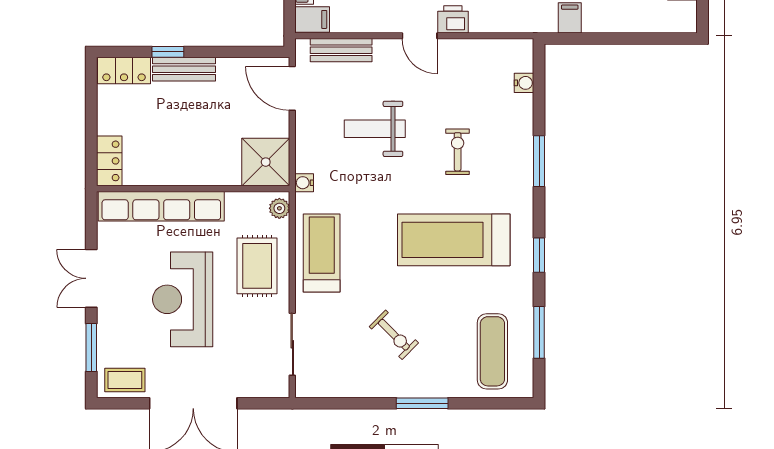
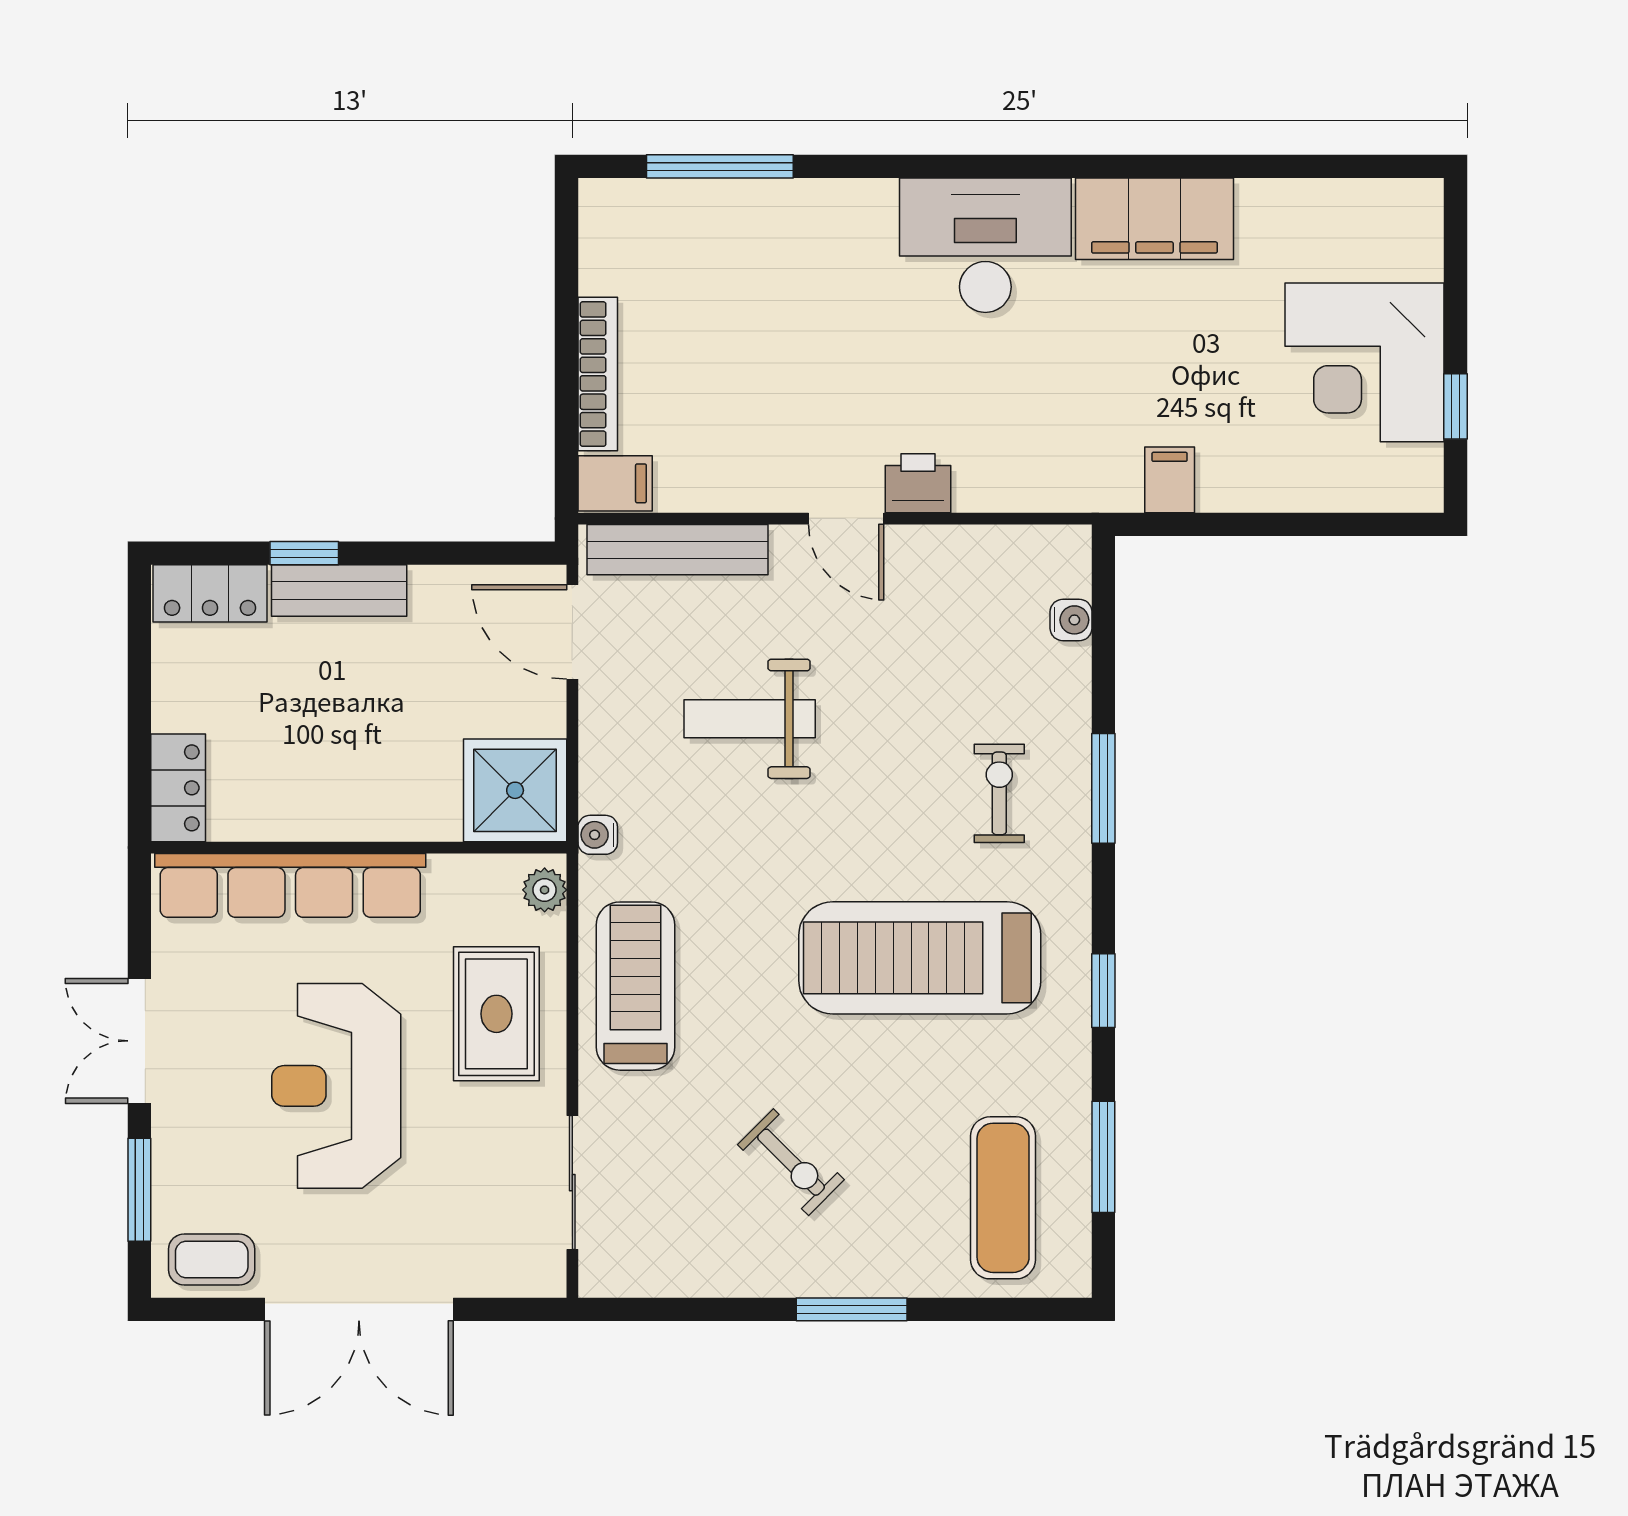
bench: (341, 50) -> (678, 550), width x1.36
exercise bike: (458, 152) -> (999, 793), moved

